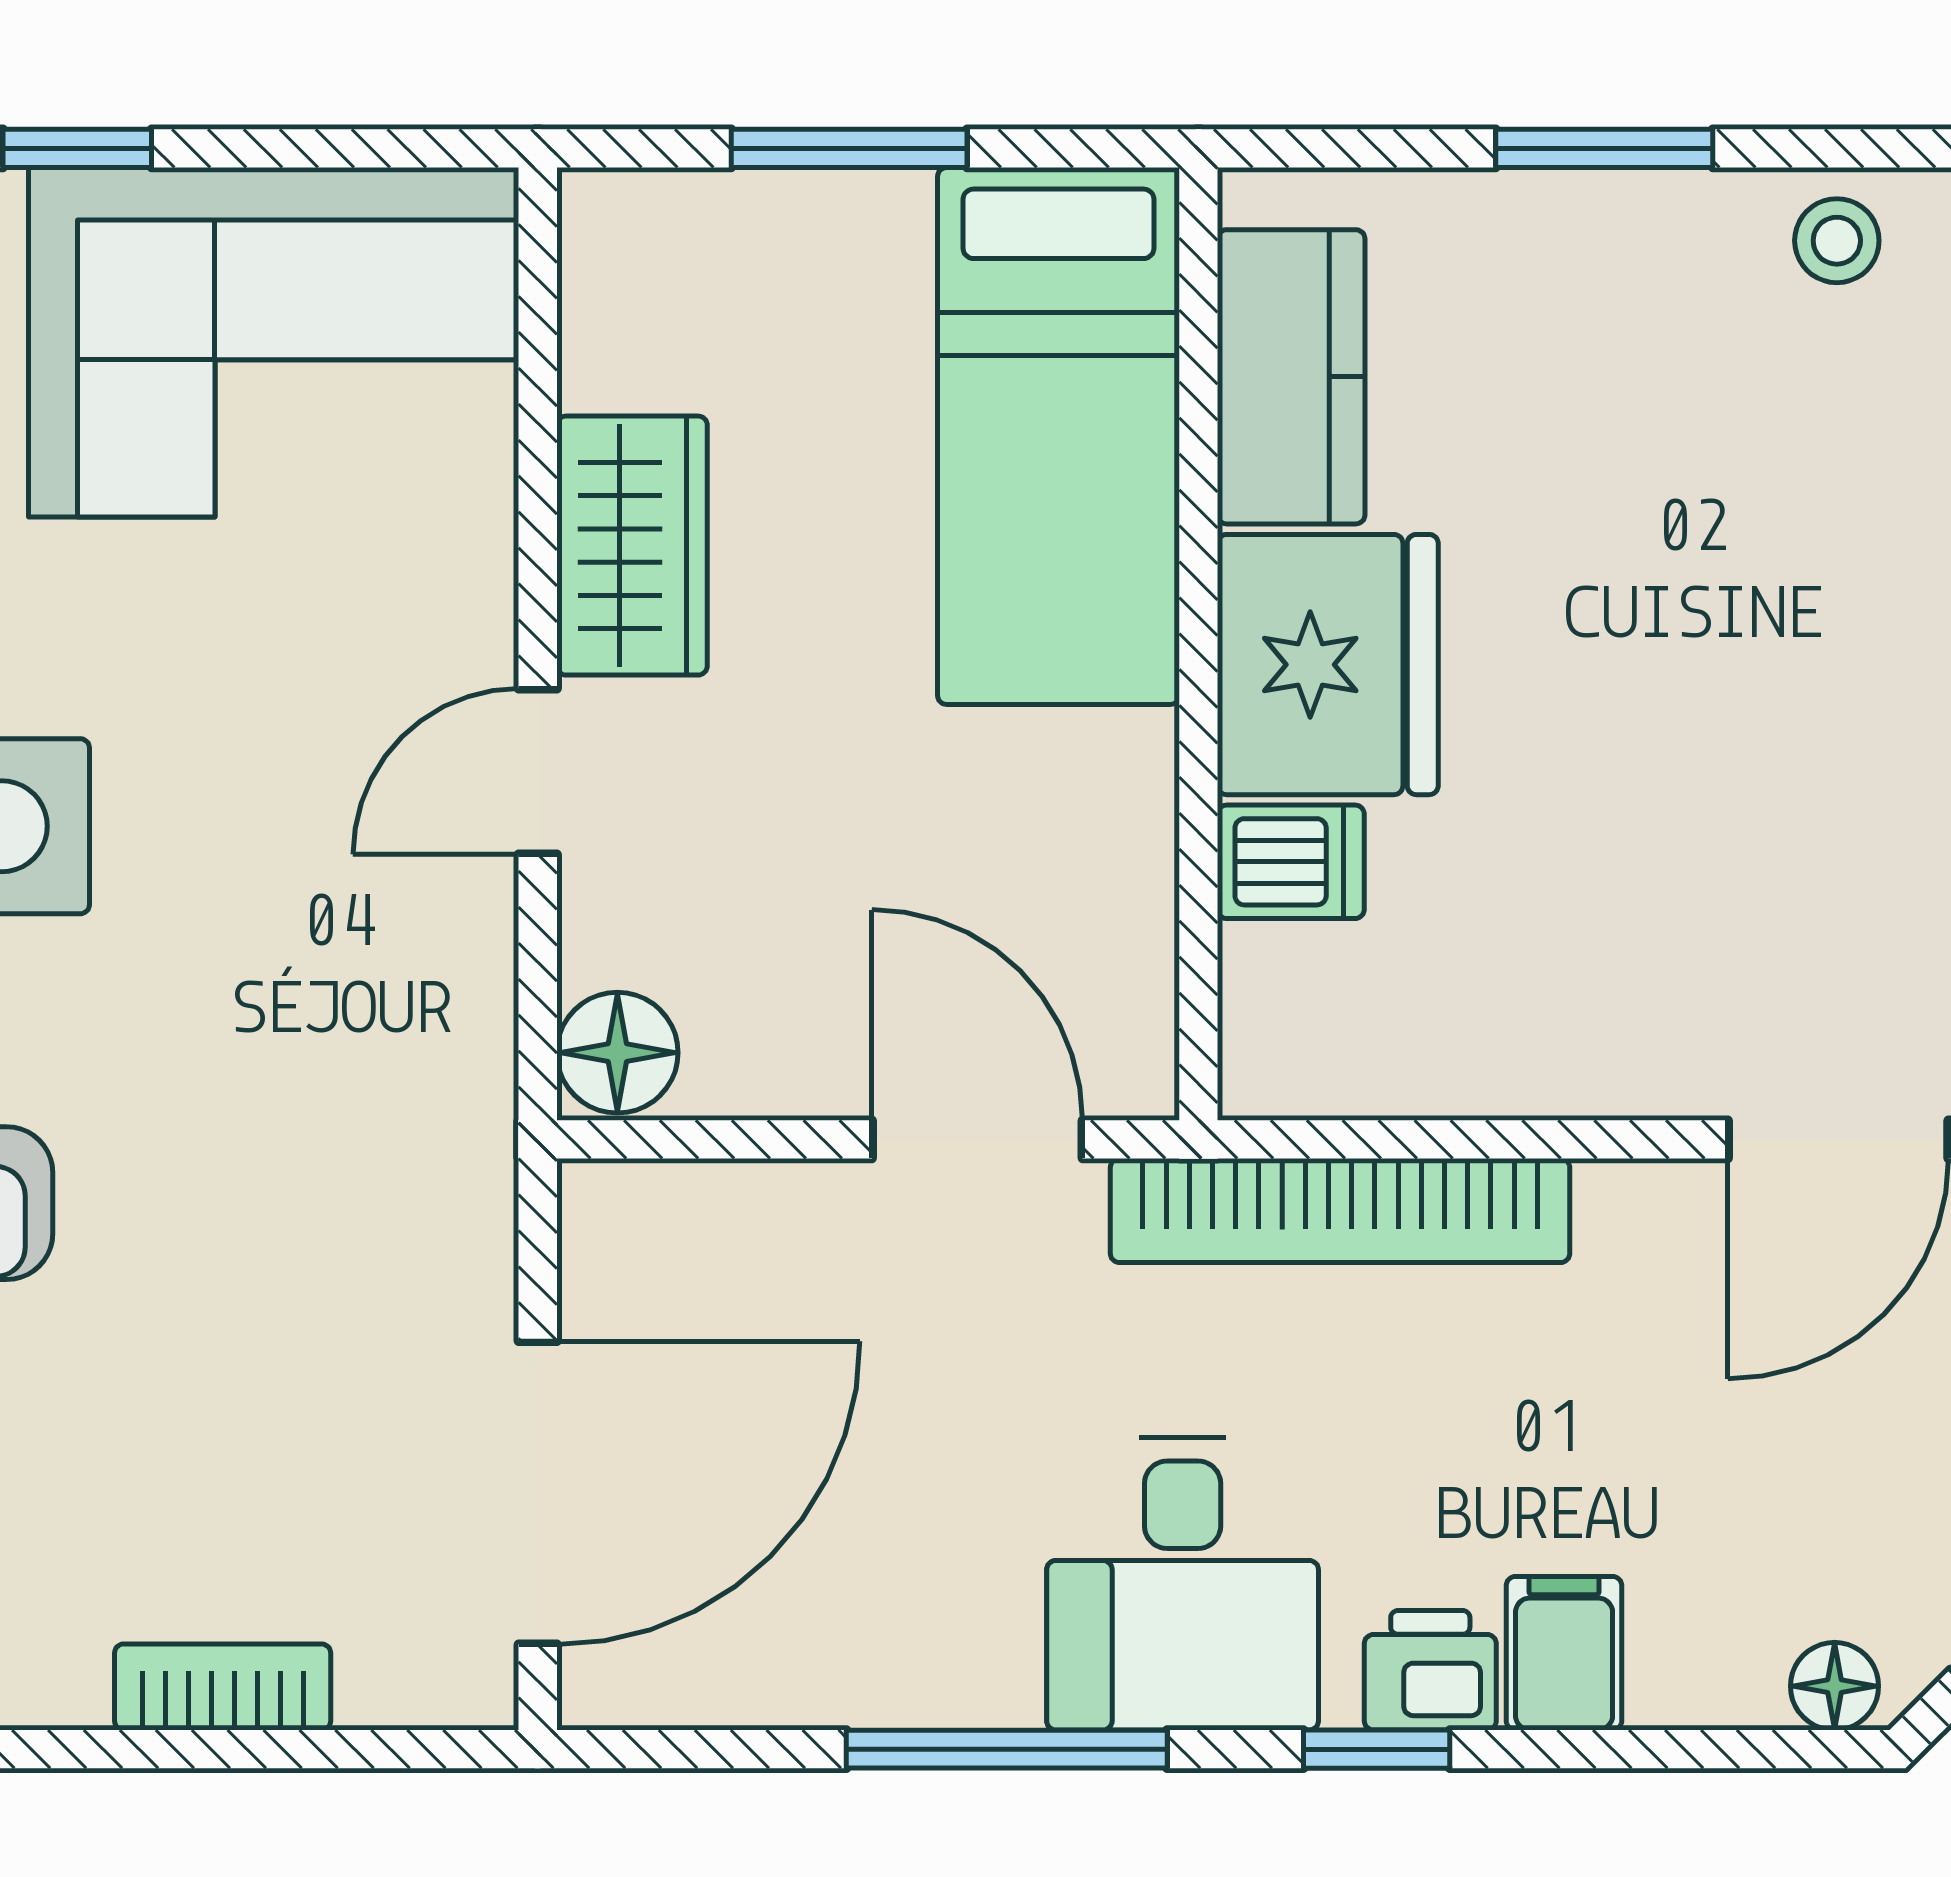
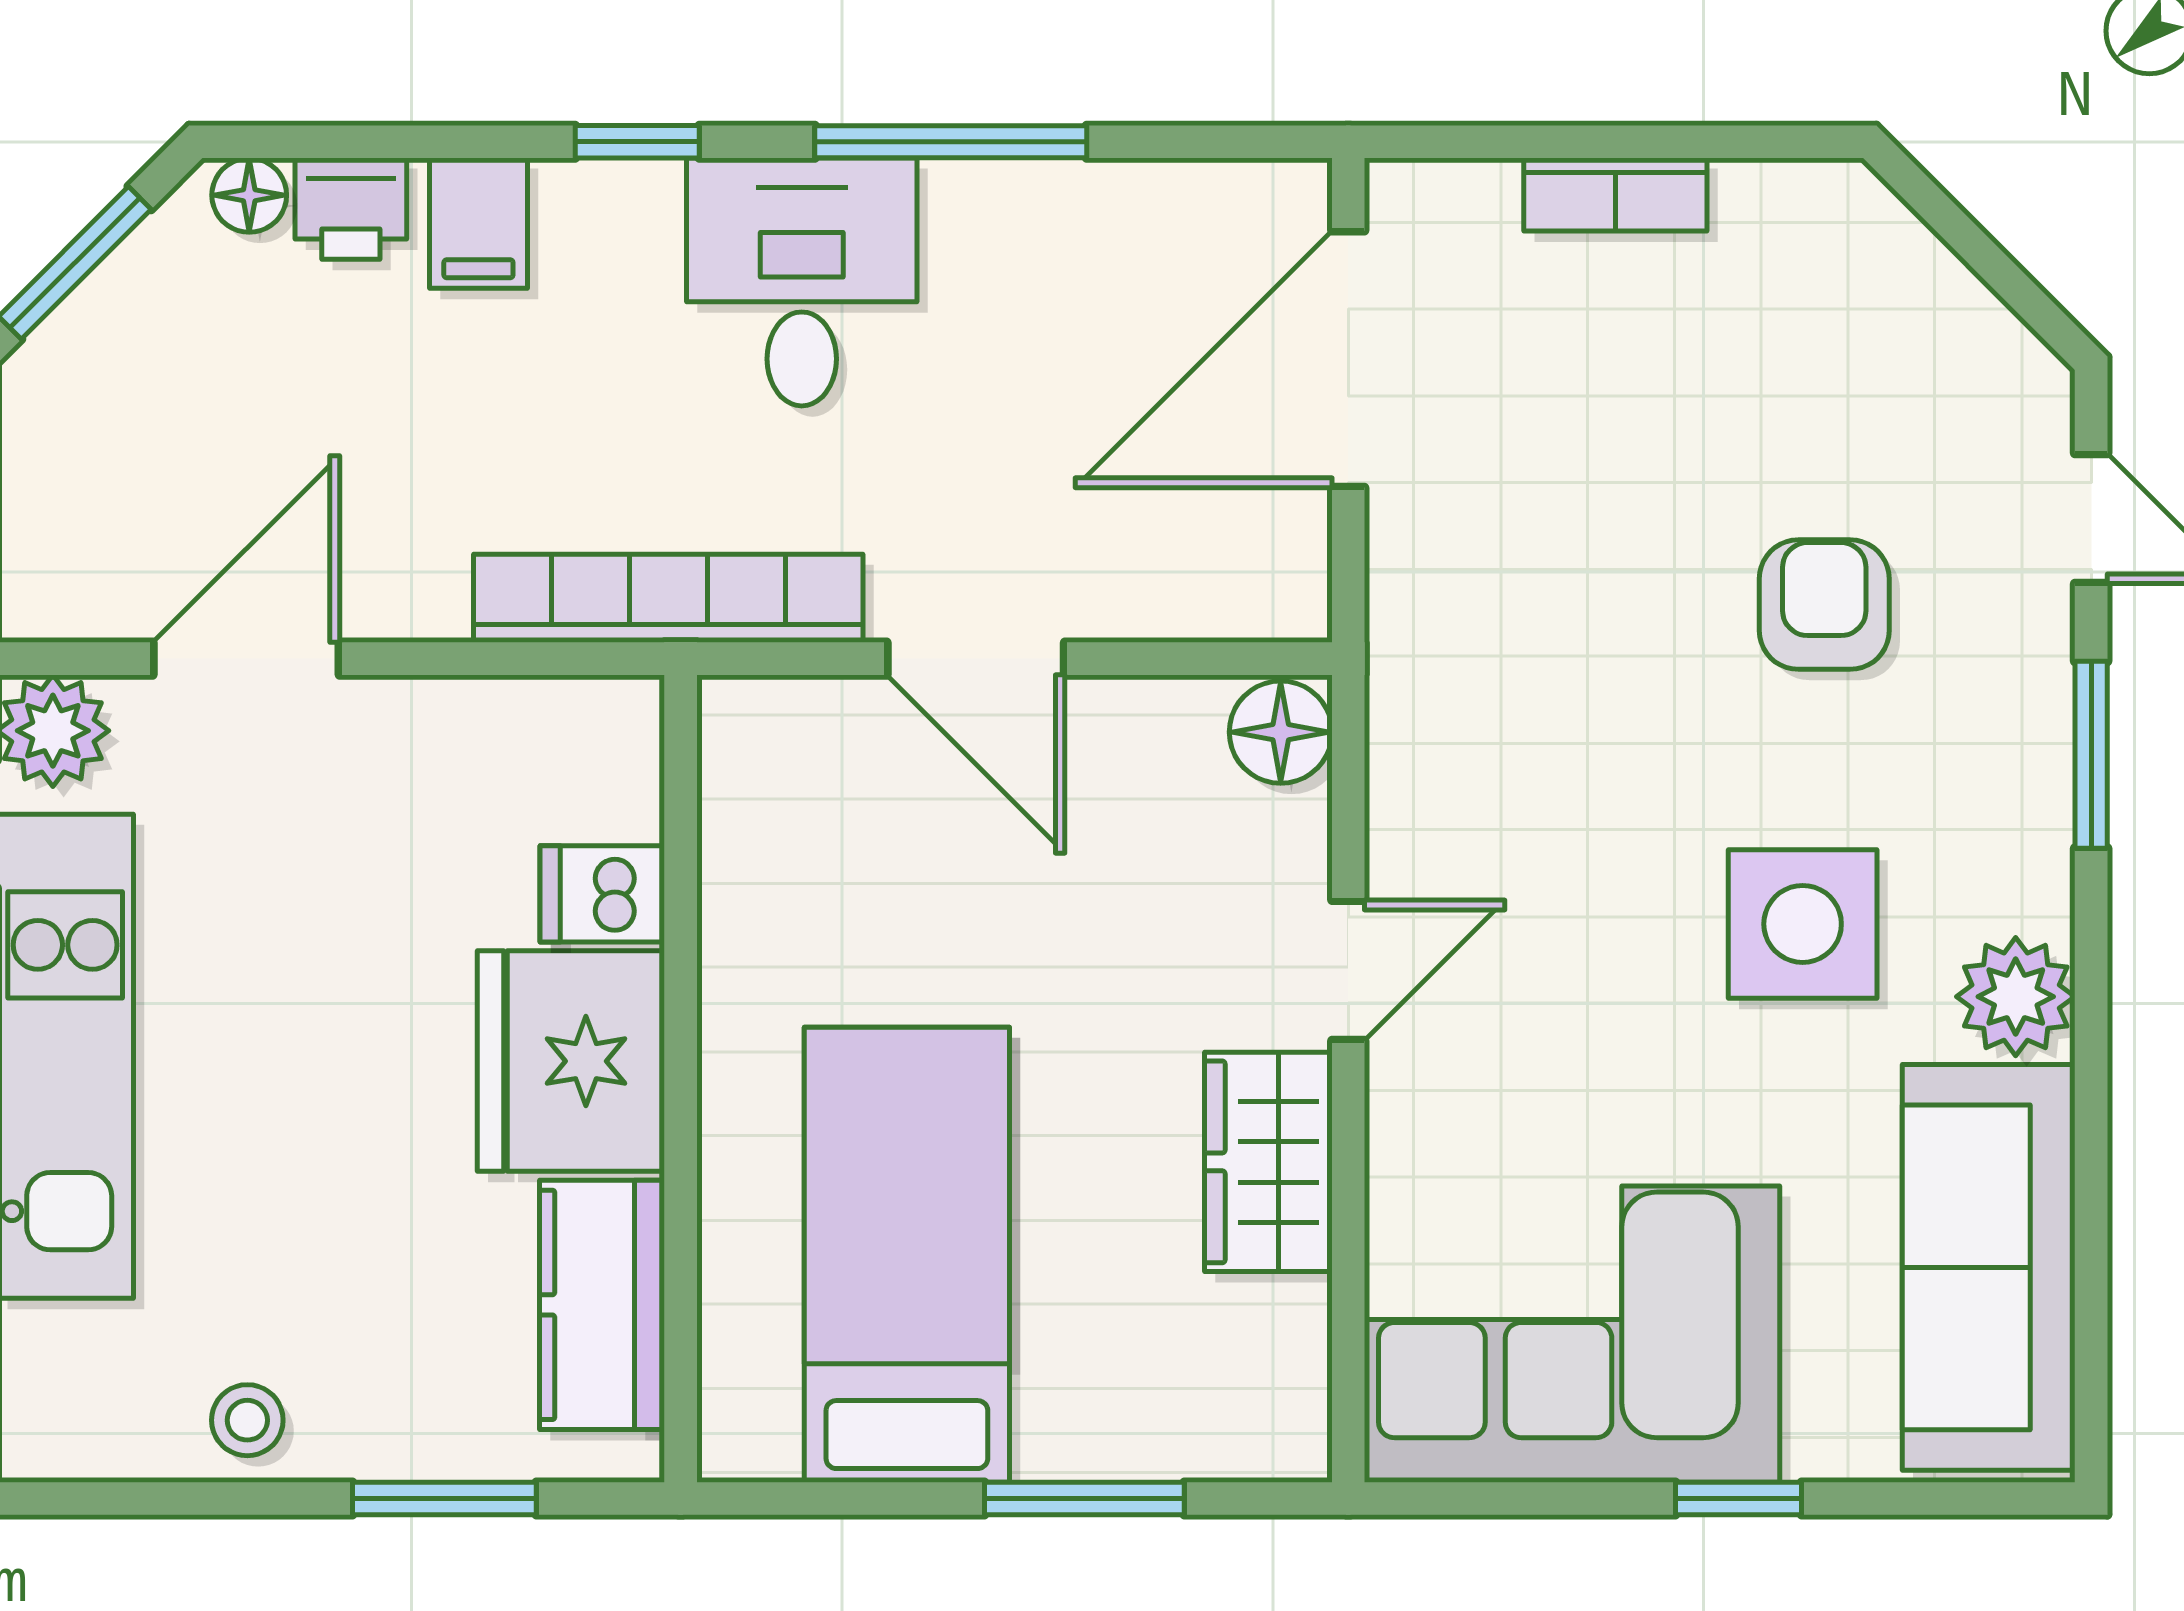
kitchen counter: (1291, 377) -> (602, 1305), moved
wall: (1198, 644) -> (681, 1079), moved
fridge: (1328, 665) -> (571, 1061), moved
dishwasher: (1291, 862) -> (602, 894), moved
printer: (1430, 1670) -> (351, 209), moved

